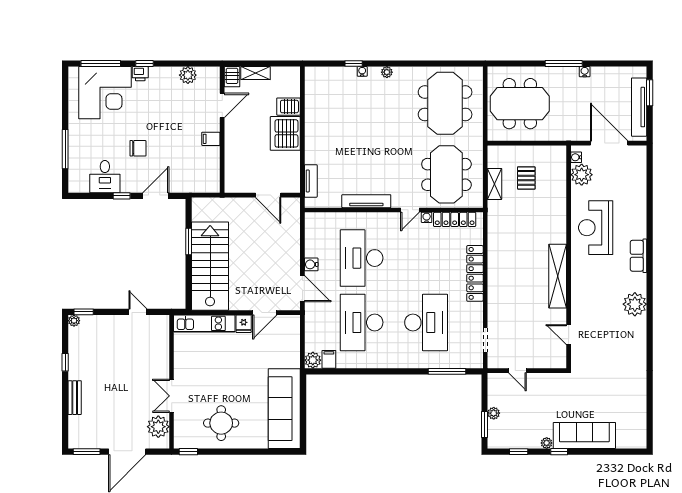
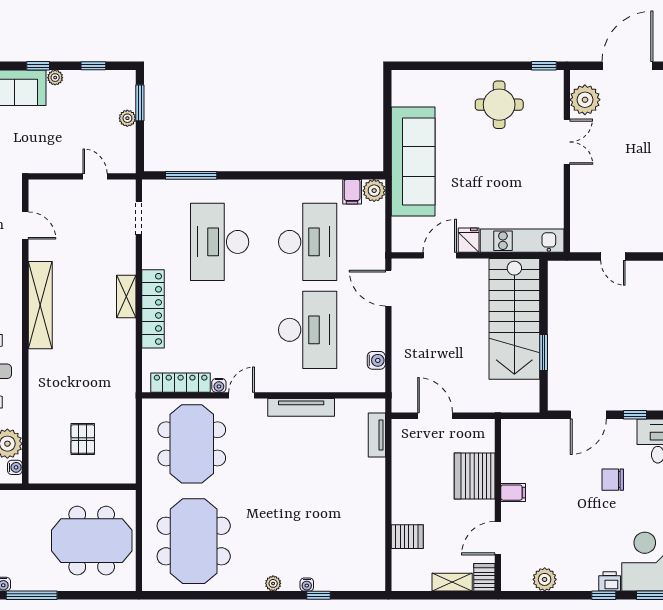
server rack: (285, 133) -> (475, 476), moved, turned 180
shelving: (495, 184) -> (126, 297), moved
water cooler: (311, 264) -> (376, 360), moved
sofa: (284, 409) -> (413, 161), moved

